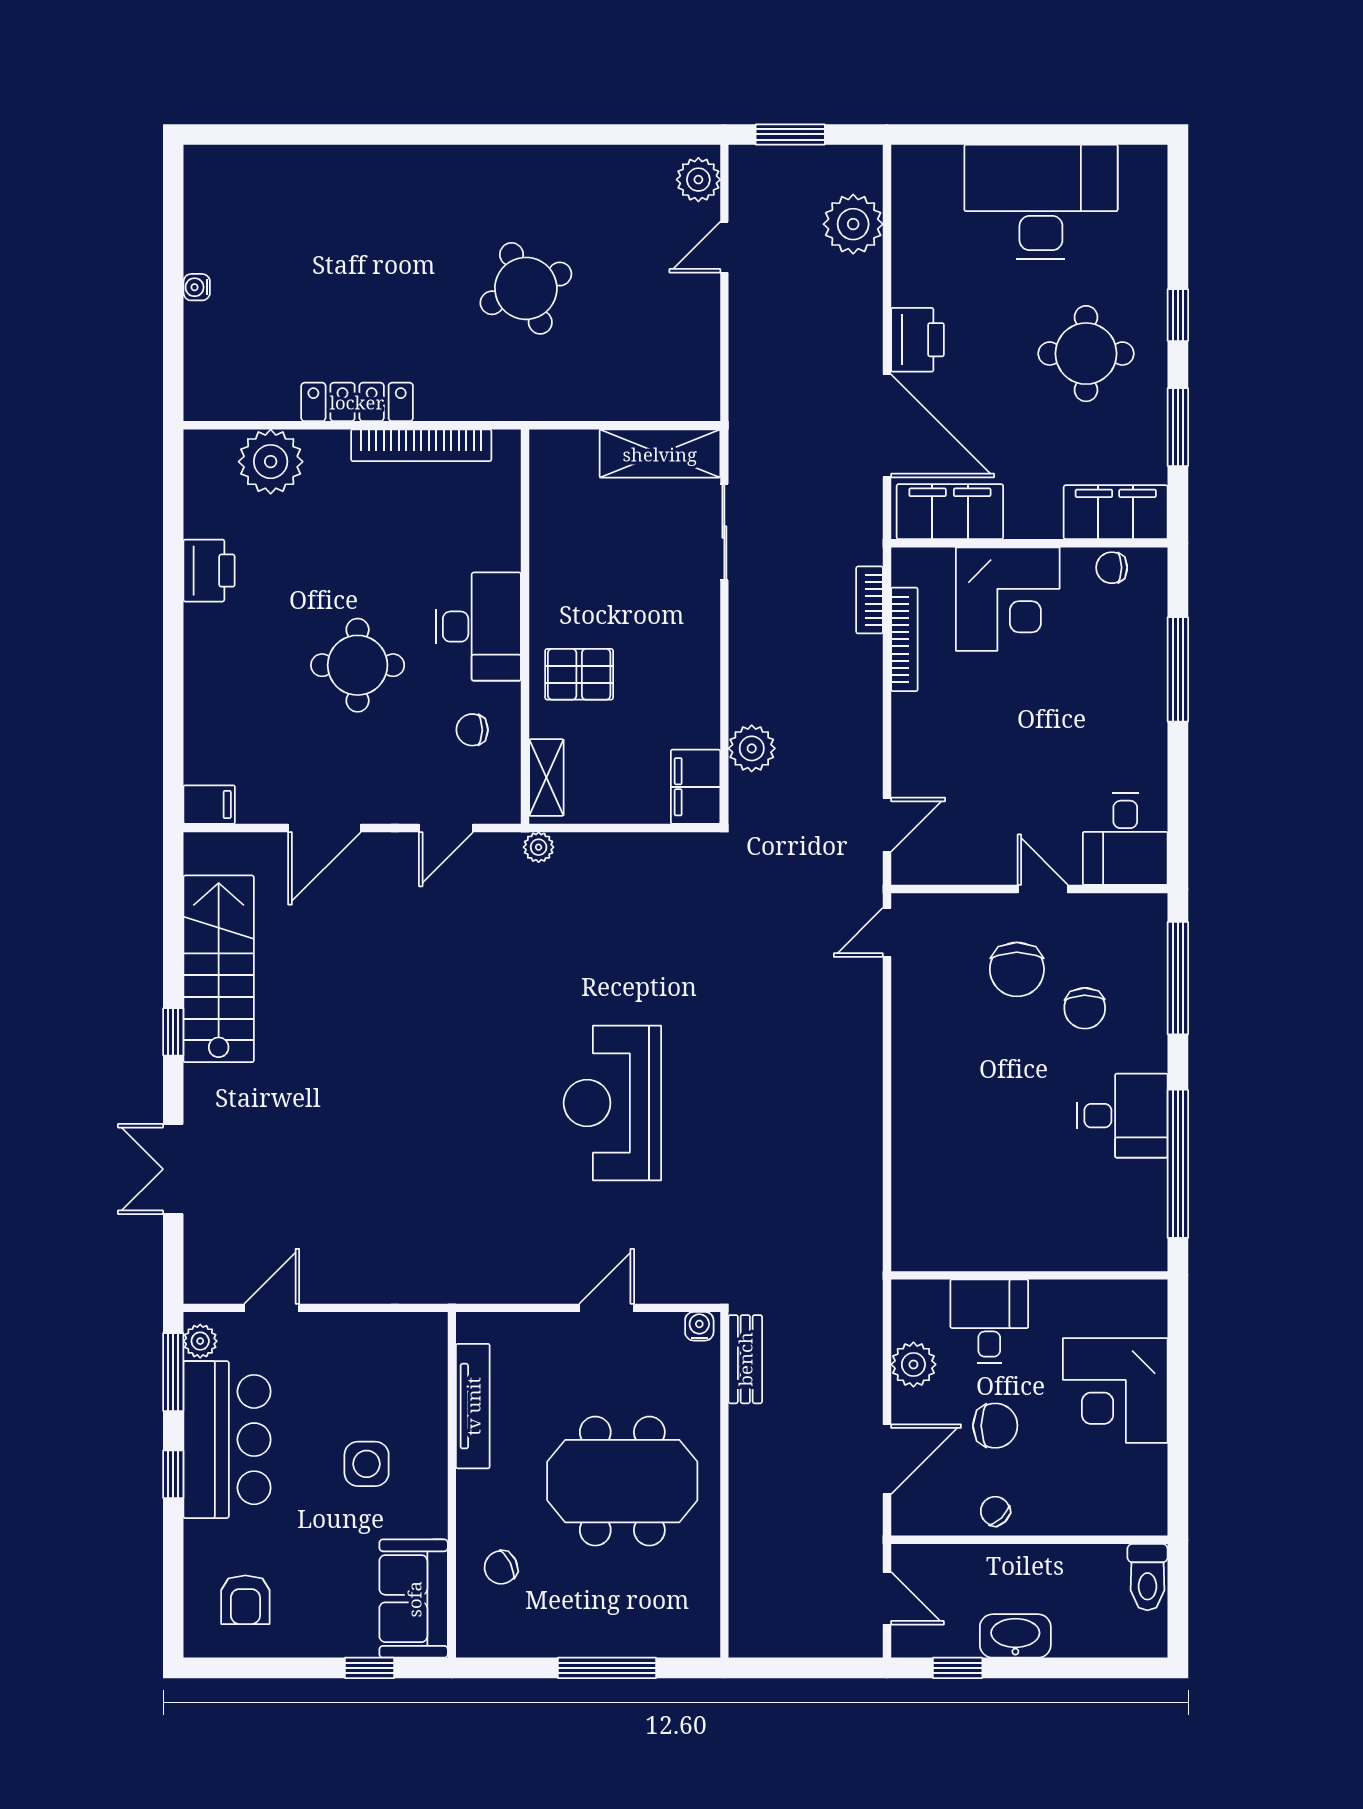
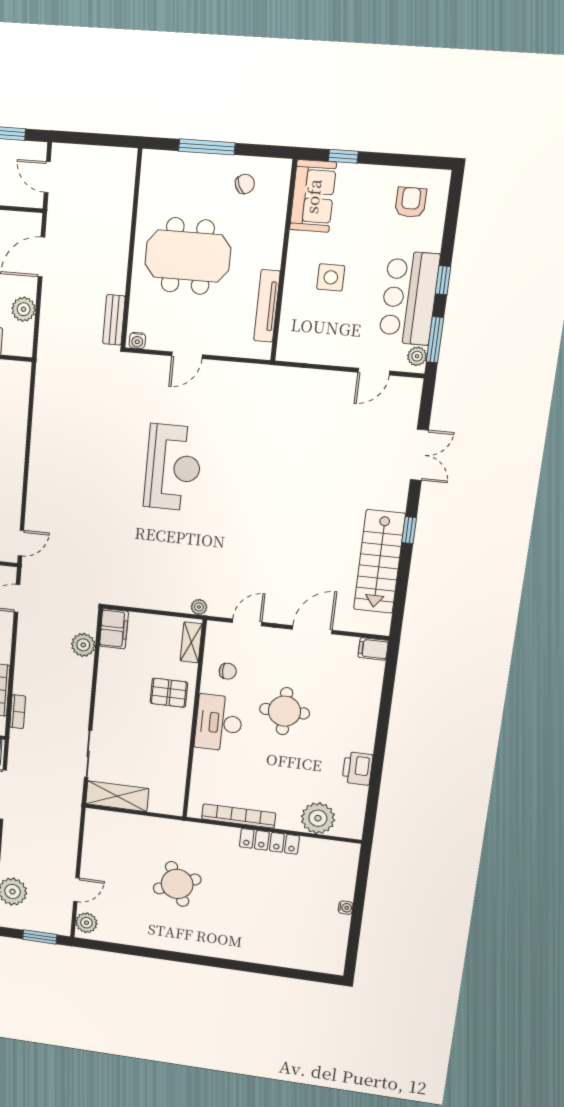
chair: (501, 1567) -> (245, 184), moved

